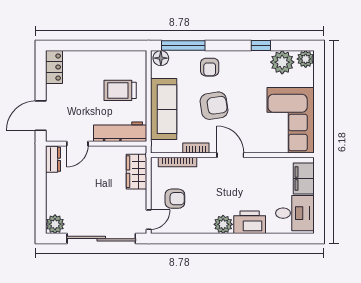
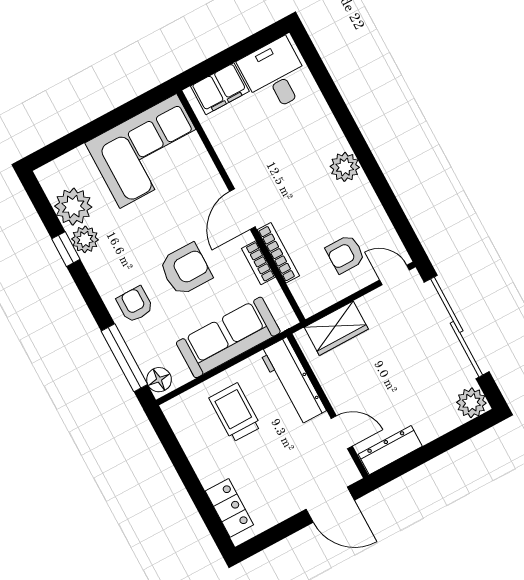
plant: (306, 59) -> (85, 239), moved
locker: (54, 67) -> (229, 508), moved, turned 90
armchair: (210, 67) -> (135, 305), turned -90
trolley: (120, 90) -> (235, 412), turned 180
armchair: (214, 106) -> (186, 269), turned 99
dresser: (53, 159) -> (390, 450), width x1.44
bookcase: (177, 162) -> (278, 253), moved
armchair: (175, 199) -> (345, 254), turned -90
printer: (250, 222) -> (322, 132), removed

